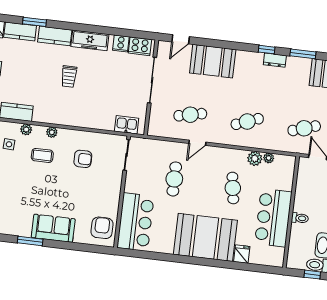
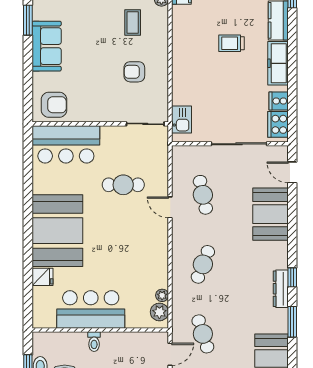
dresser: (275, 60) -> (281, 289), width x1.44
cafe table: (247, 122) -> (203, 264), turned 42
plant: (52, 132) -> (162, 31), removed
plant: (255, 158) -> (159, 312), moved
armchair: (83, 159) -> (134, 72), turned 90
cafe table: (233, 188) -> (121, 257), removed

